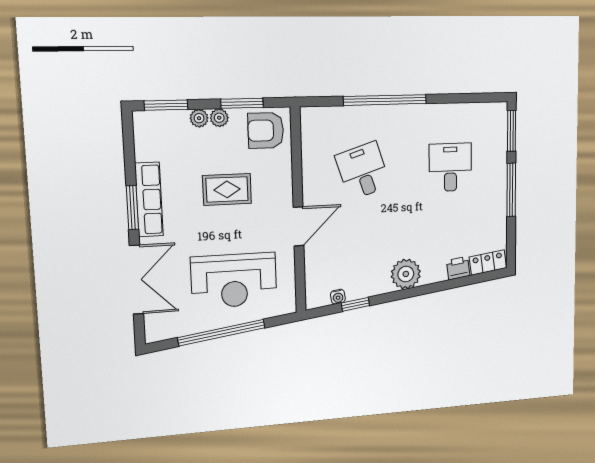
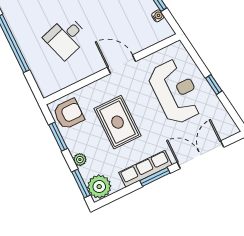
plant: (219, 118) -> (99, 187), moved, width x1.88, depth x1.88
armchair: (266, 130) -> (69, 114), turned -90
rug: (227, 189) -> (118, 122), width x1.36, depth x1.43
window: (221, 333) -> (214, 85), width x0.32

